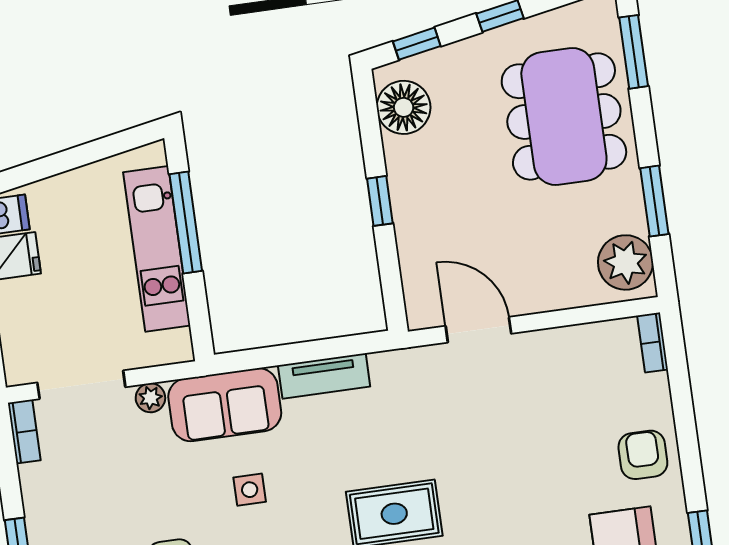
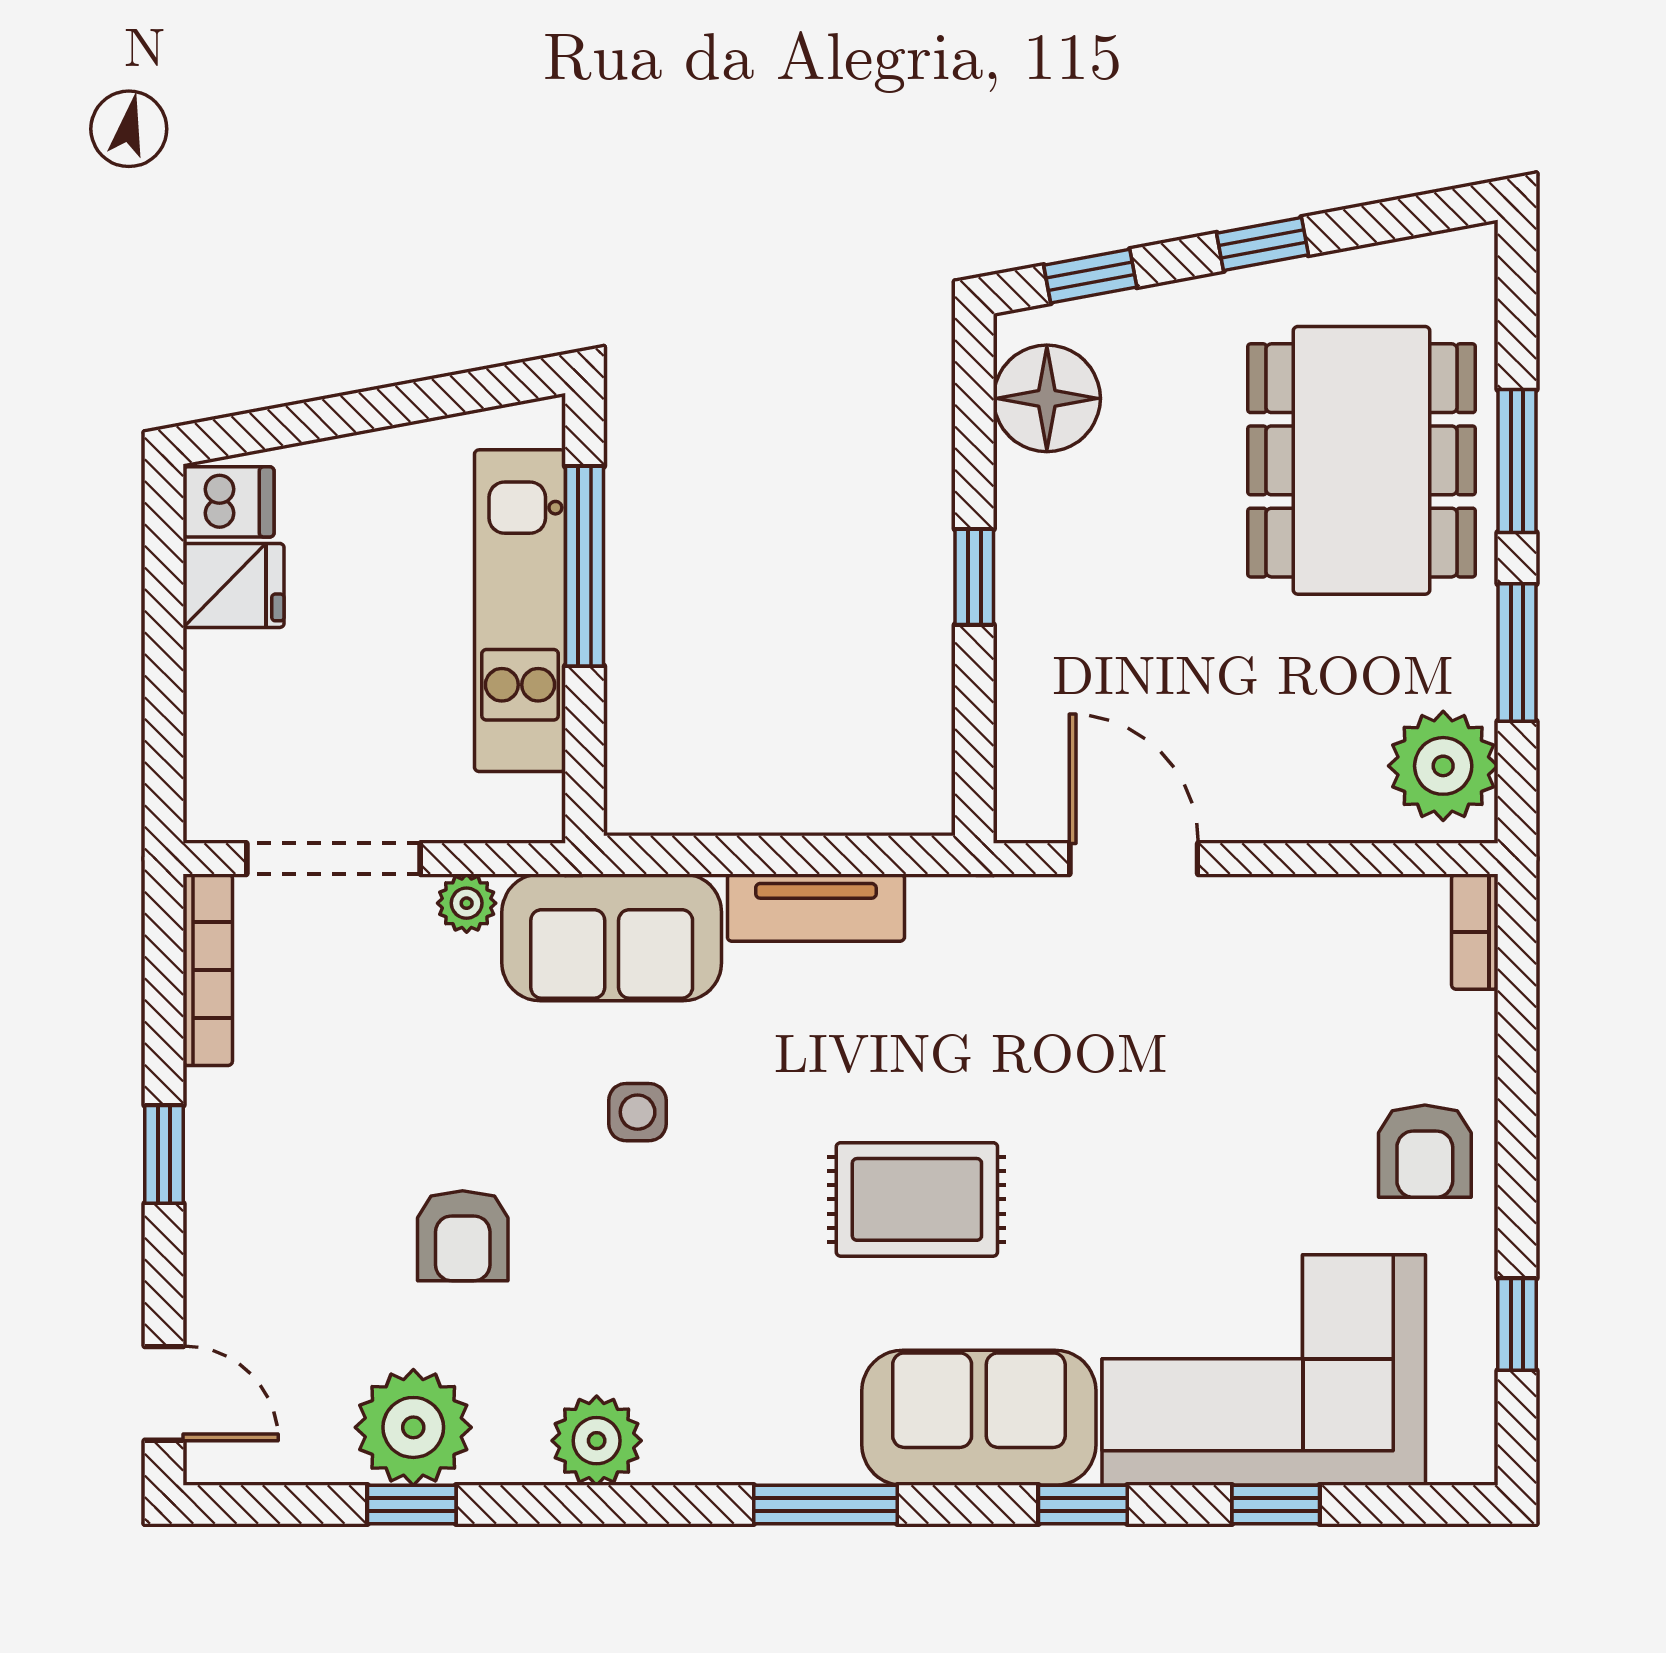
window: (634, 52) -> (1517, 461), moved
bookcase: (24, 432) -> (208, 970), width x1.56
armchair: (643, 455) -> (1425, 1151), turned 180

